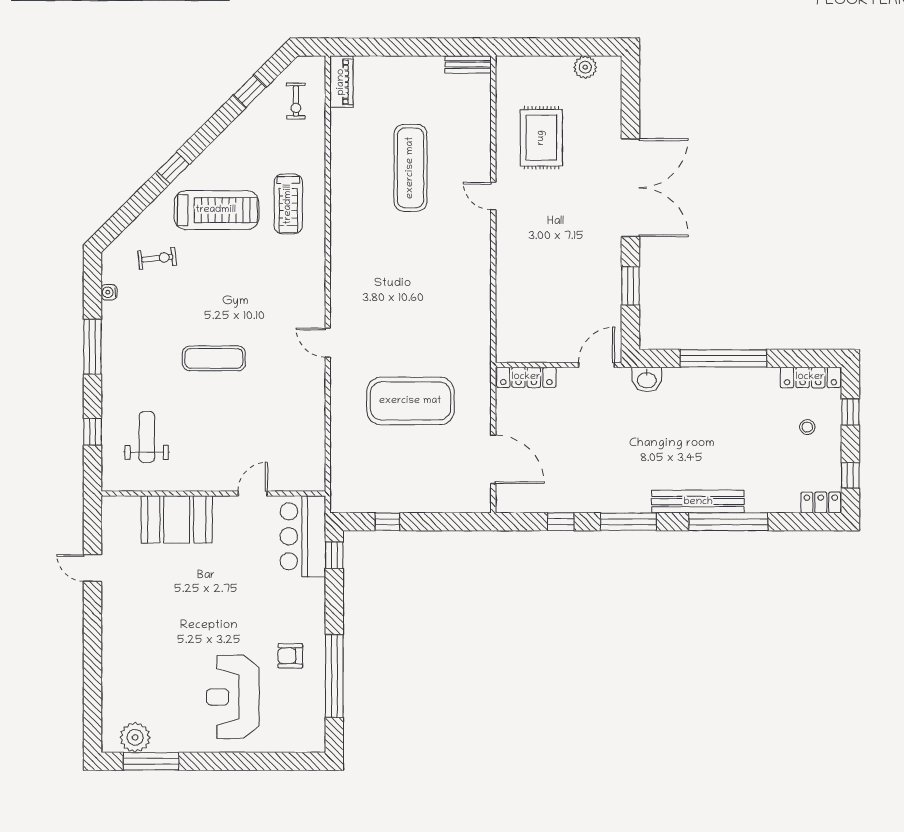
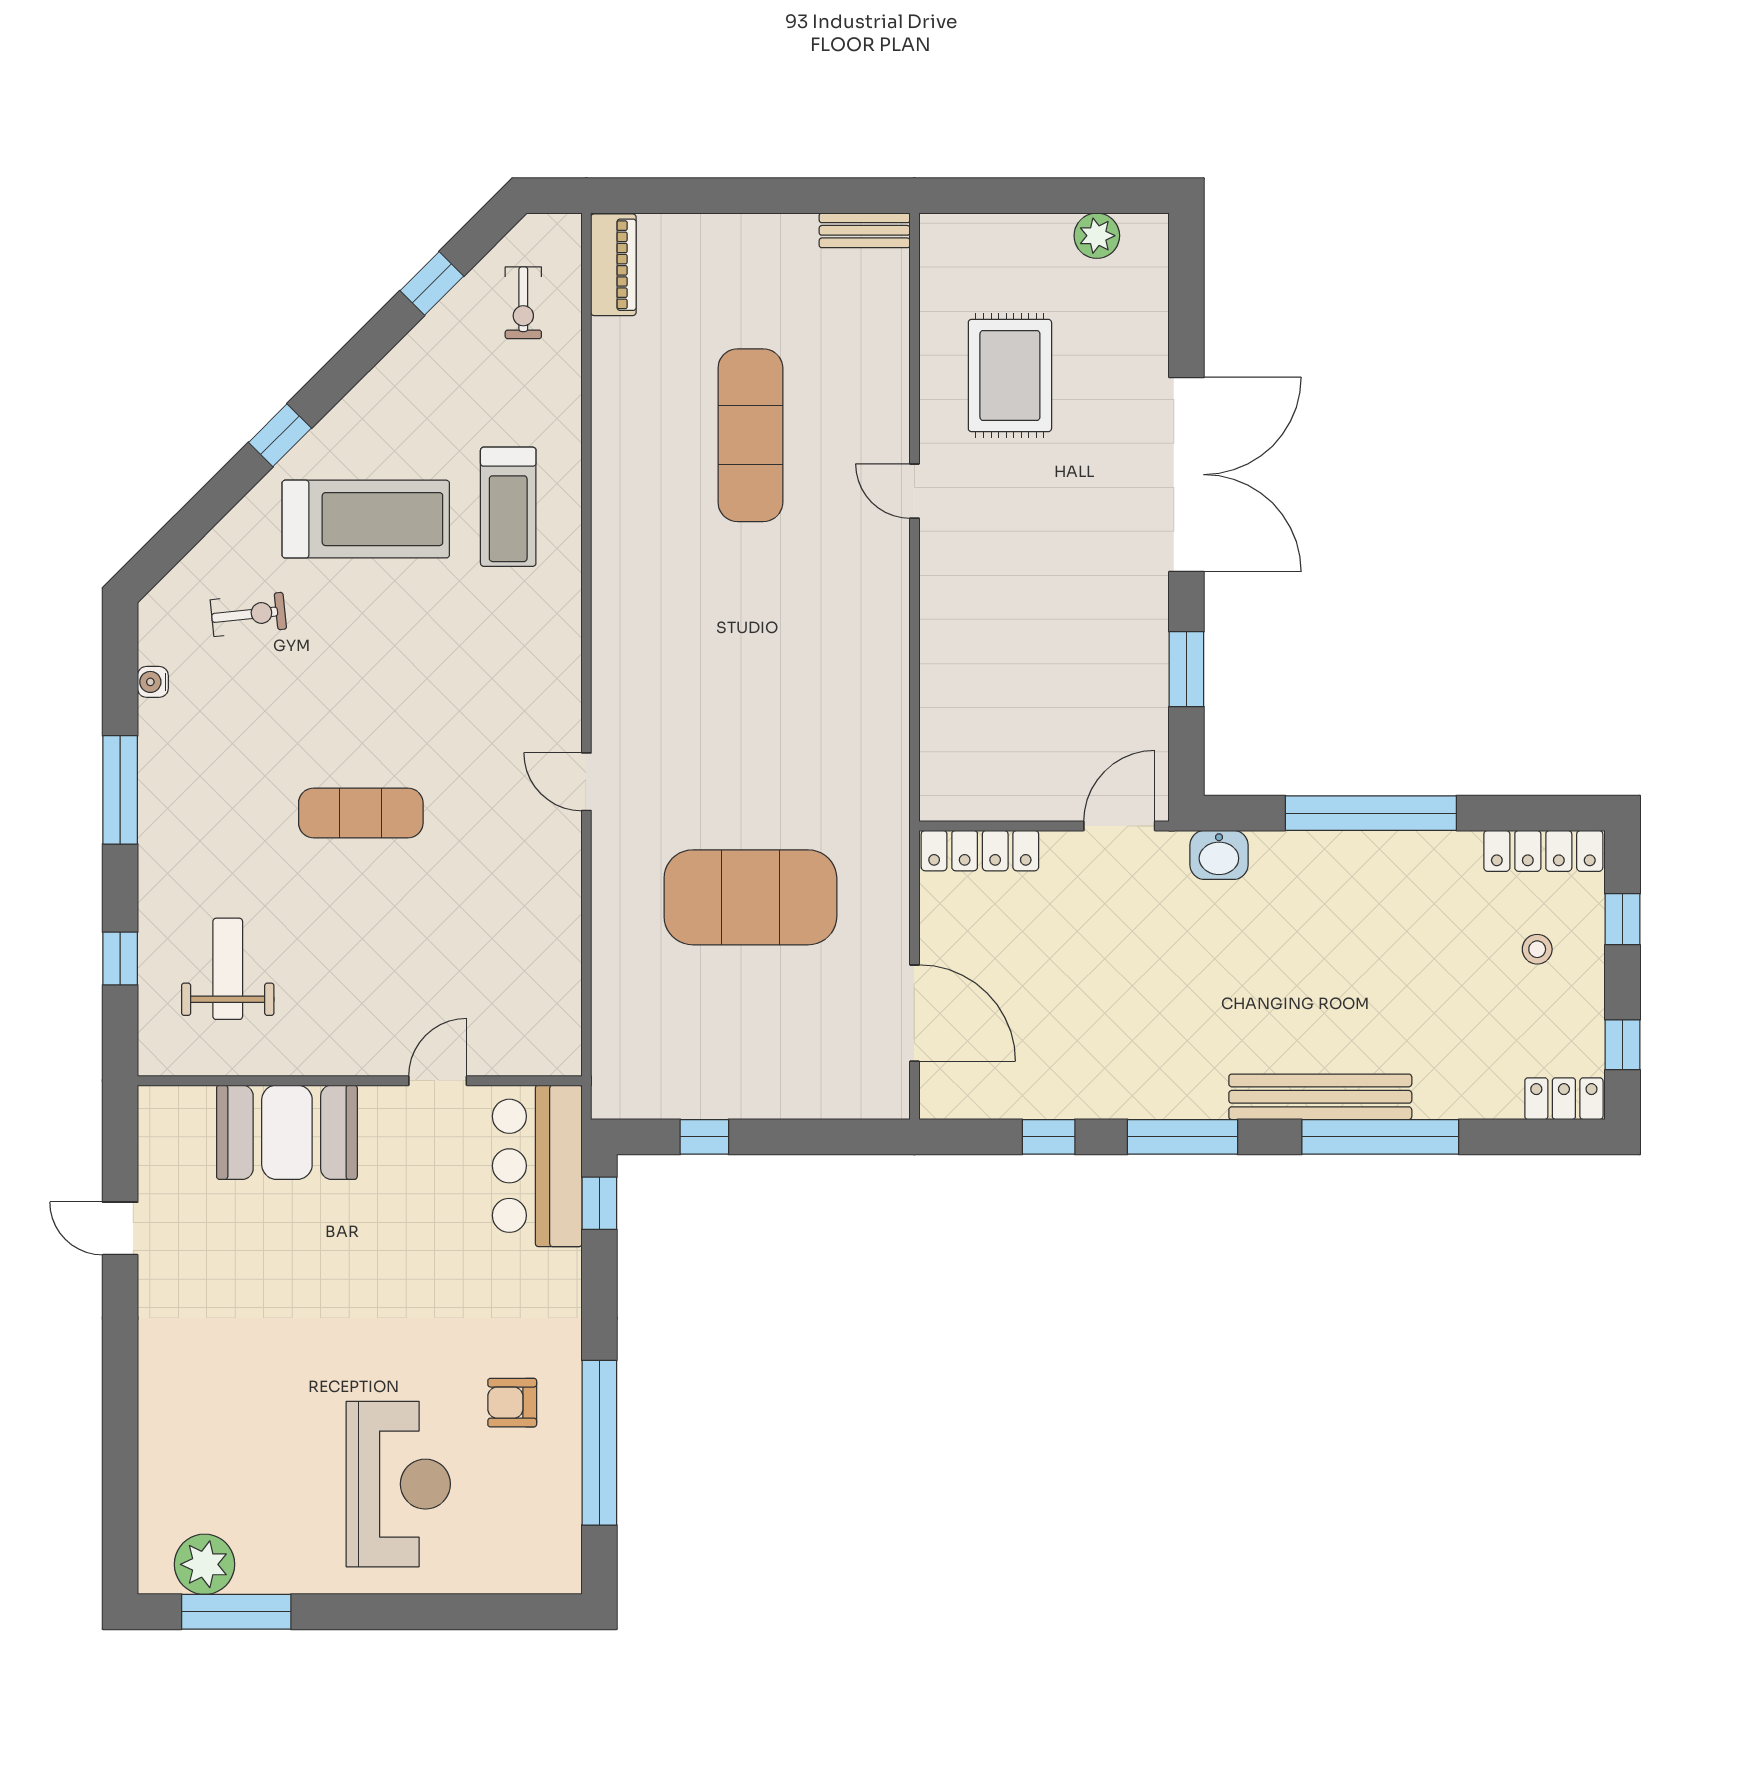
reception desk: (233, 697) -> (398, 1484), turned 180

